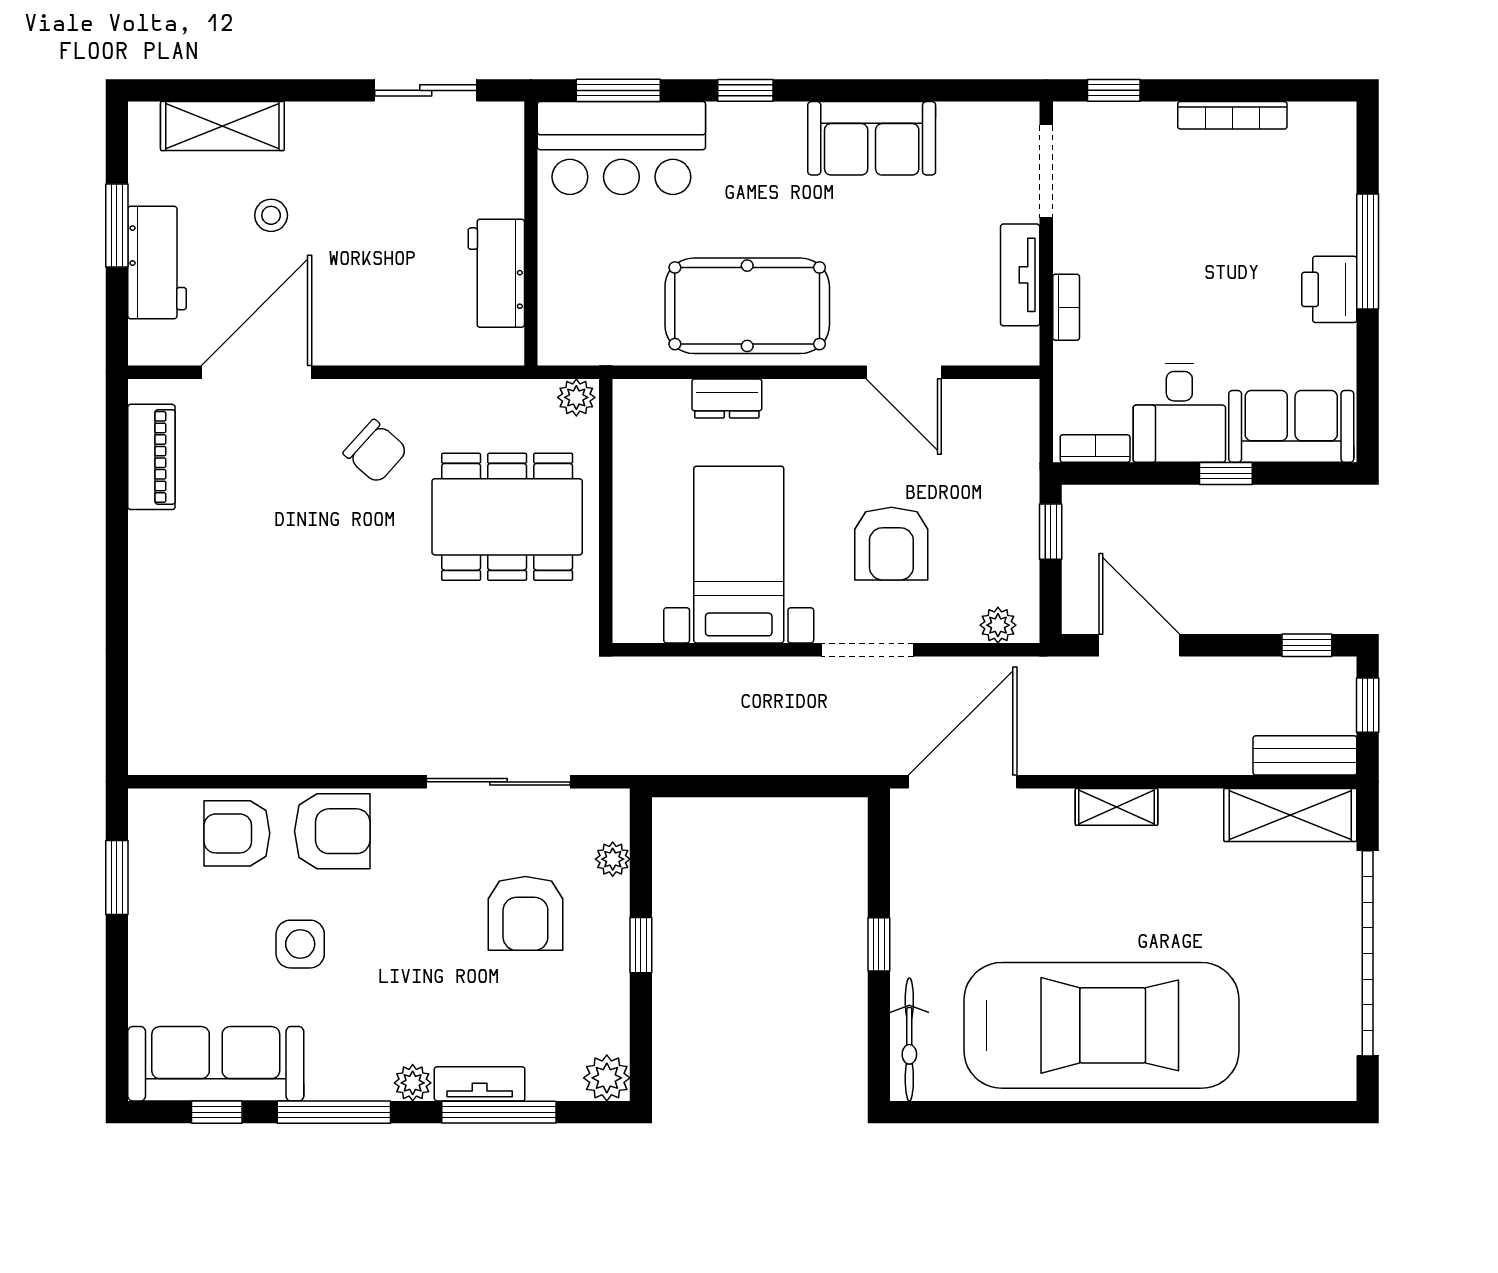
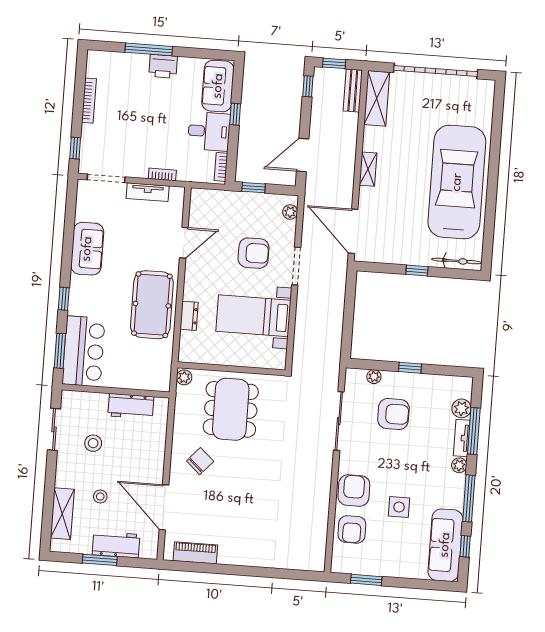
stool: (400, 188) -> (93, 443), added
plant: (607, 1078) -> (461, 408), moved

